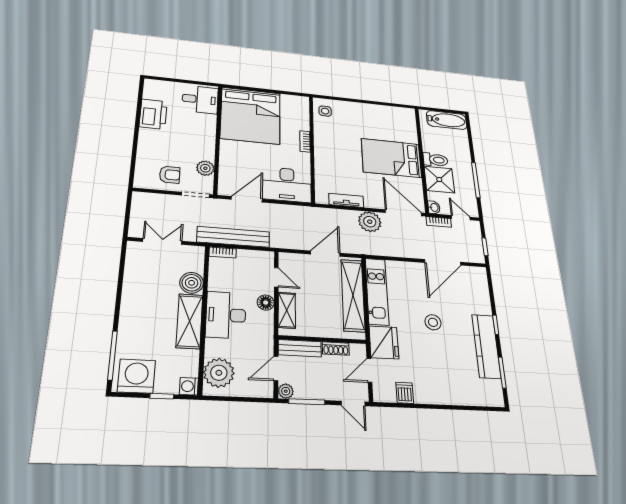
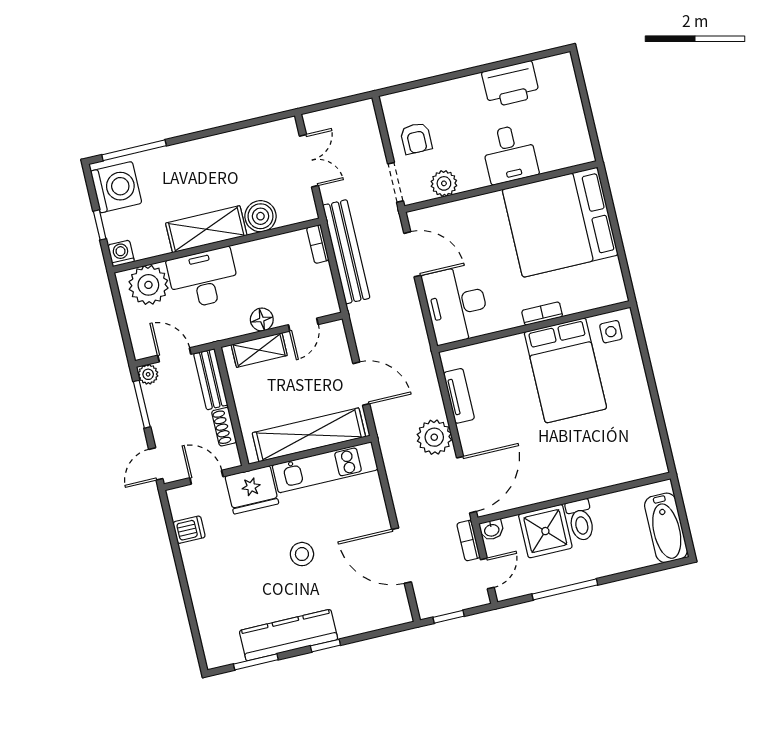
desk: (200, 100) -> (510, 154), moved
bed: (391, 158) -> (565, 370), moved, turned 180
desk: (226, 315) -> (203, 278), moved

